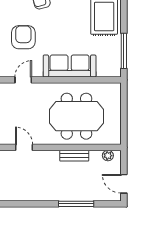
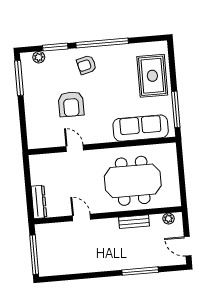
armchair: (23, 37) -> (71, 104), turned 180
sofa: (70, 66) -> (141, 128), moved
door: (23, 80) -> (75, 148), hinge flipped

